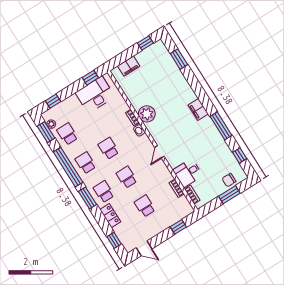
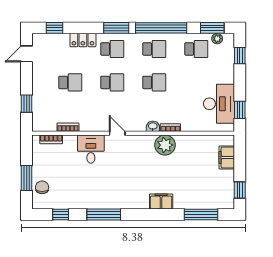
window: (179, 59) -> (201, 214), width x1.44
filing cabinet: (198, 110) -> (161, 201), moved
desk: (188, 173) -> (91, 149), moved

